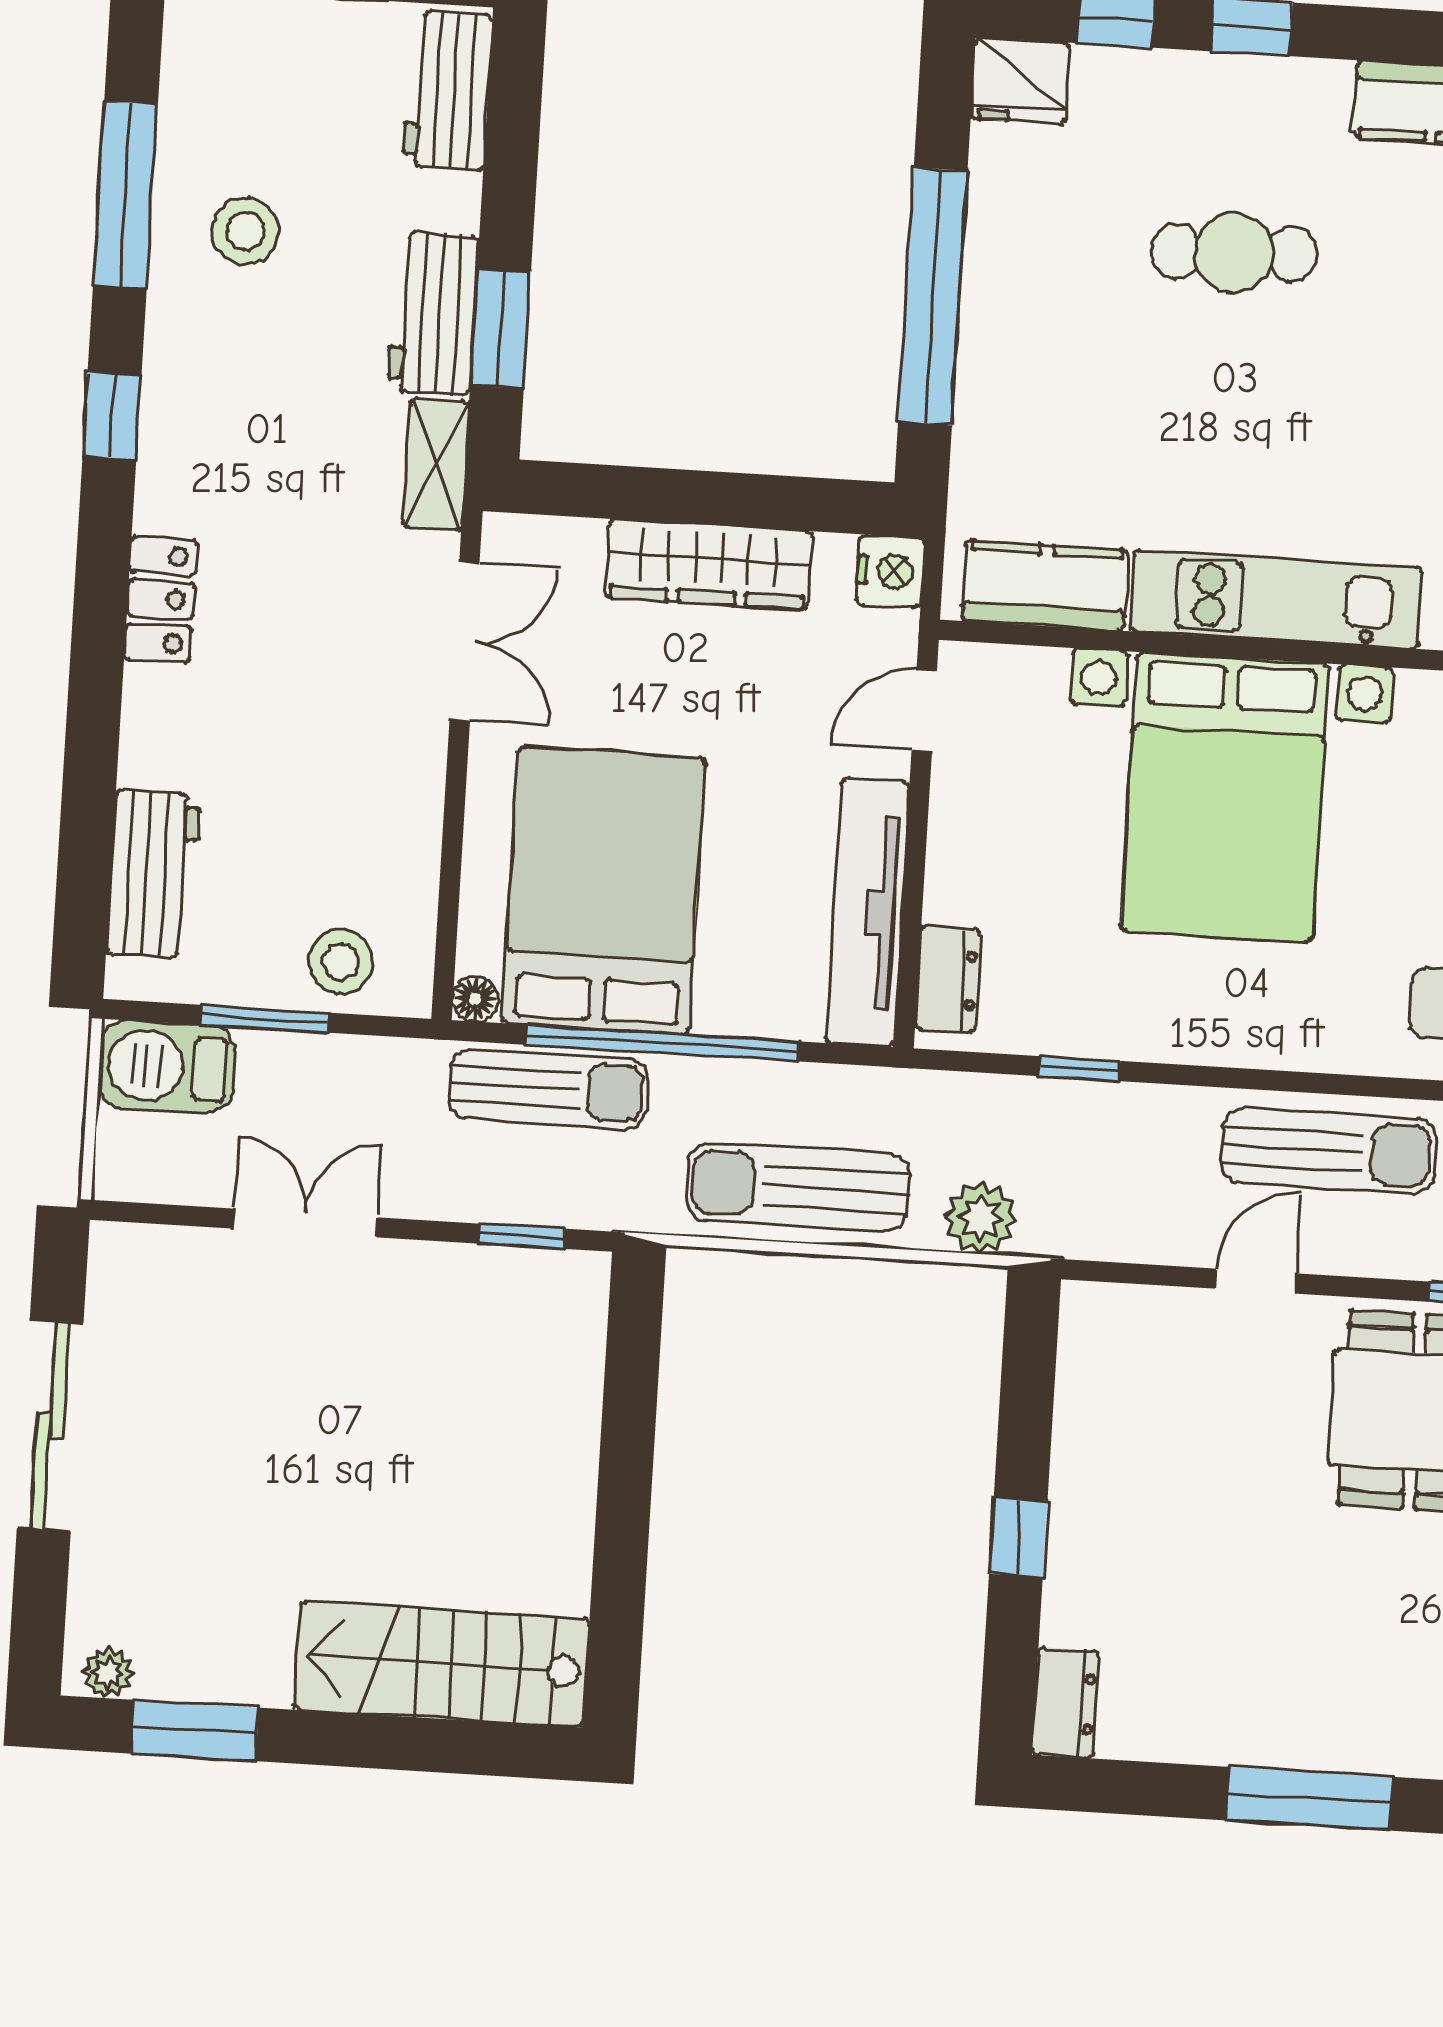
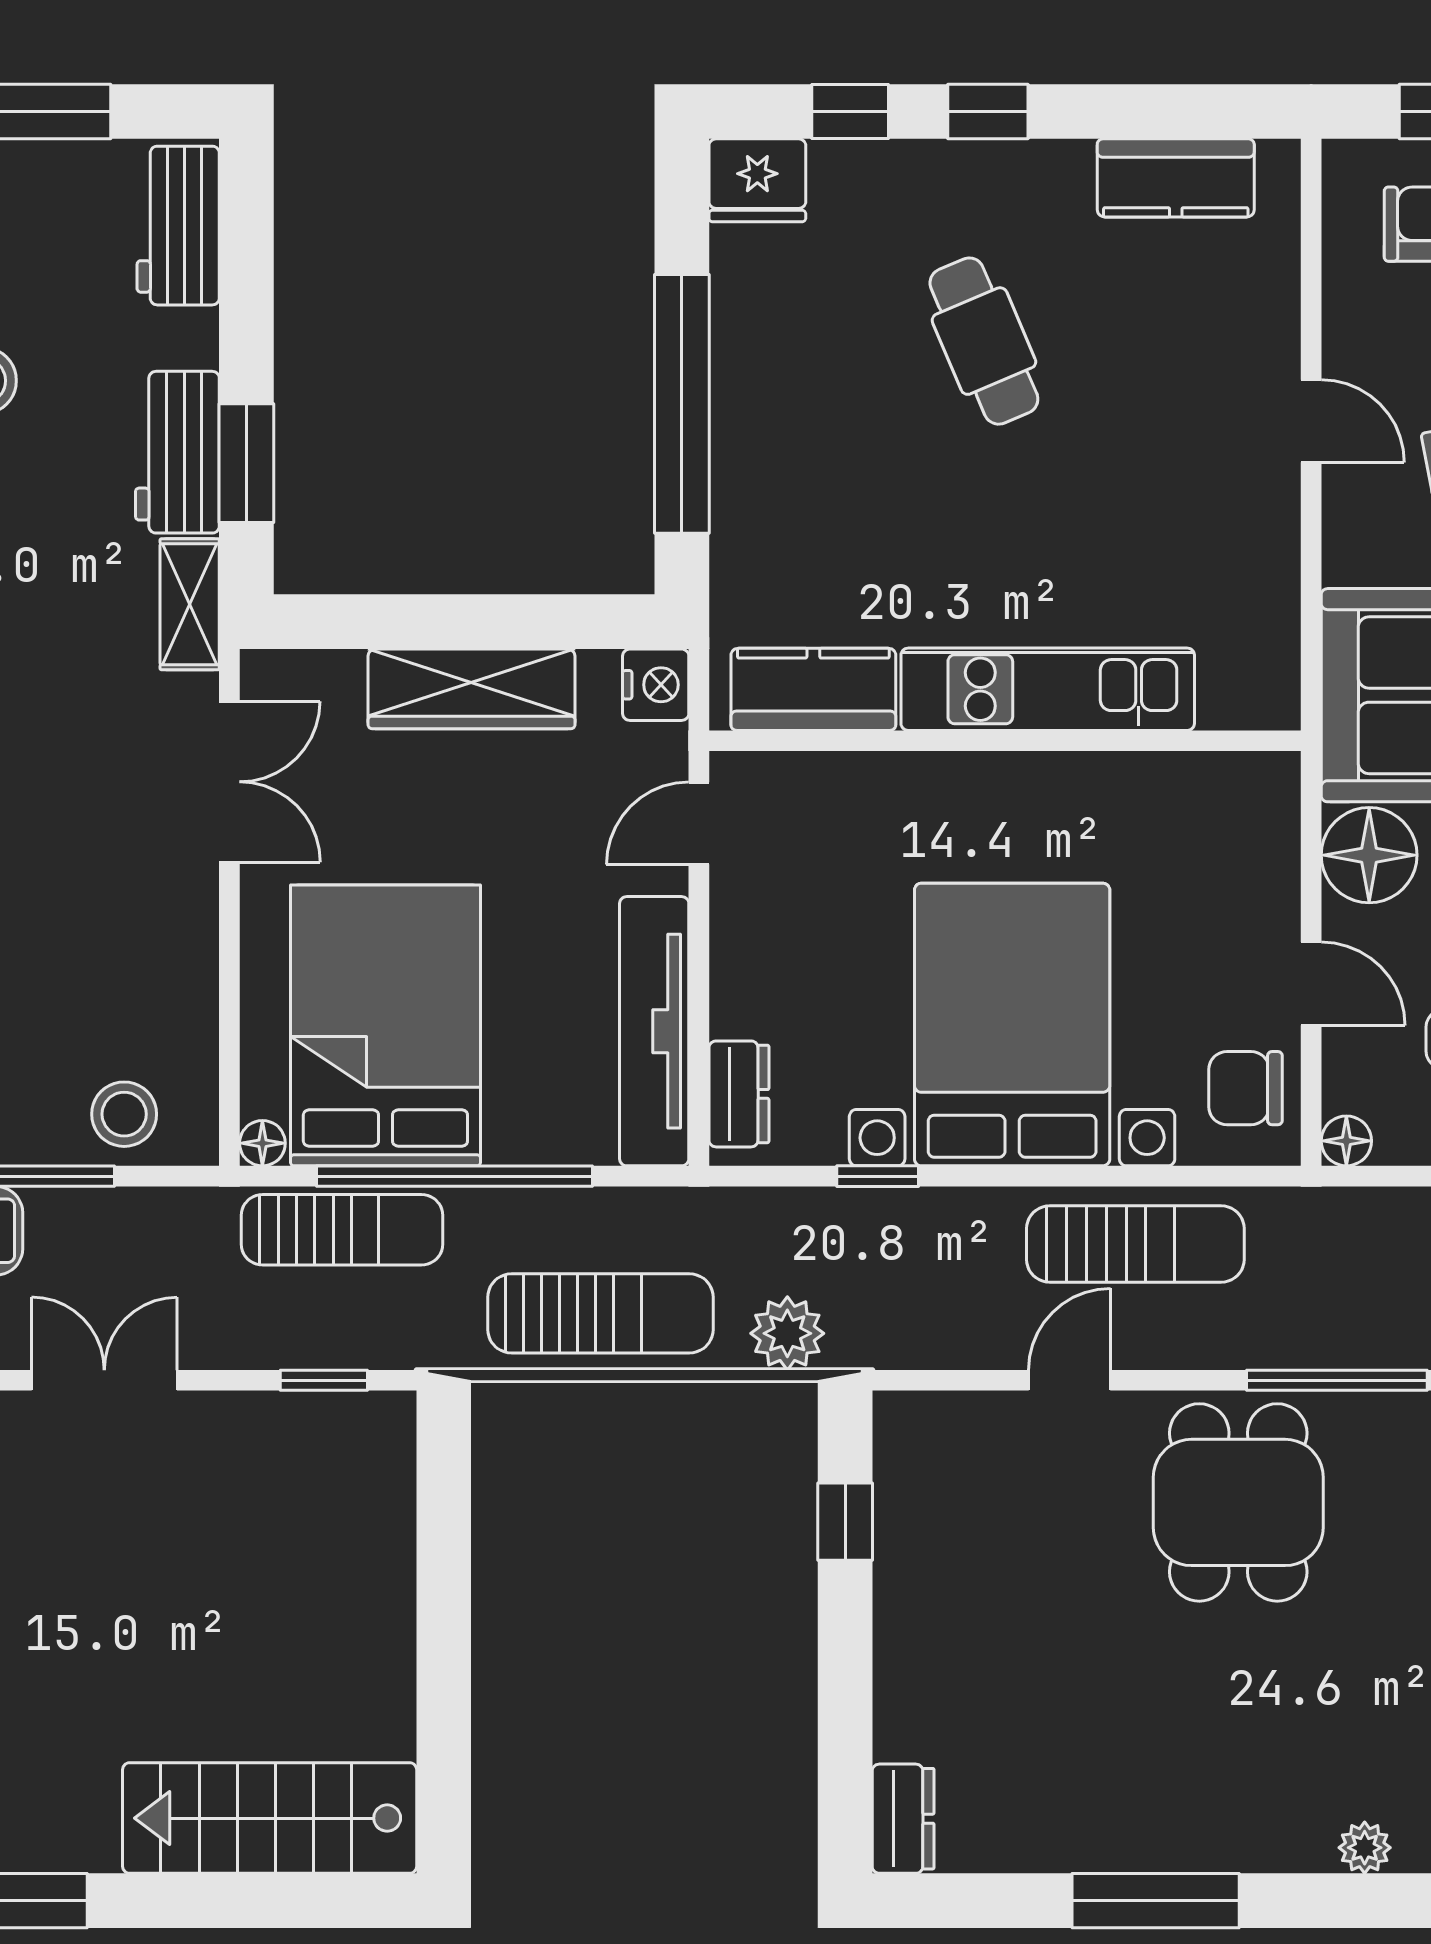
cafe table: (1234, 253) -> (984, 341), turned 69
bed with nightstands: (1225, 797) -> (1012, 1025), moved, turned 180
sun lounger: (798, 1187) -> (600, 1313), turned 180
window: (1018, 1537) -> (845, 1522), moved

